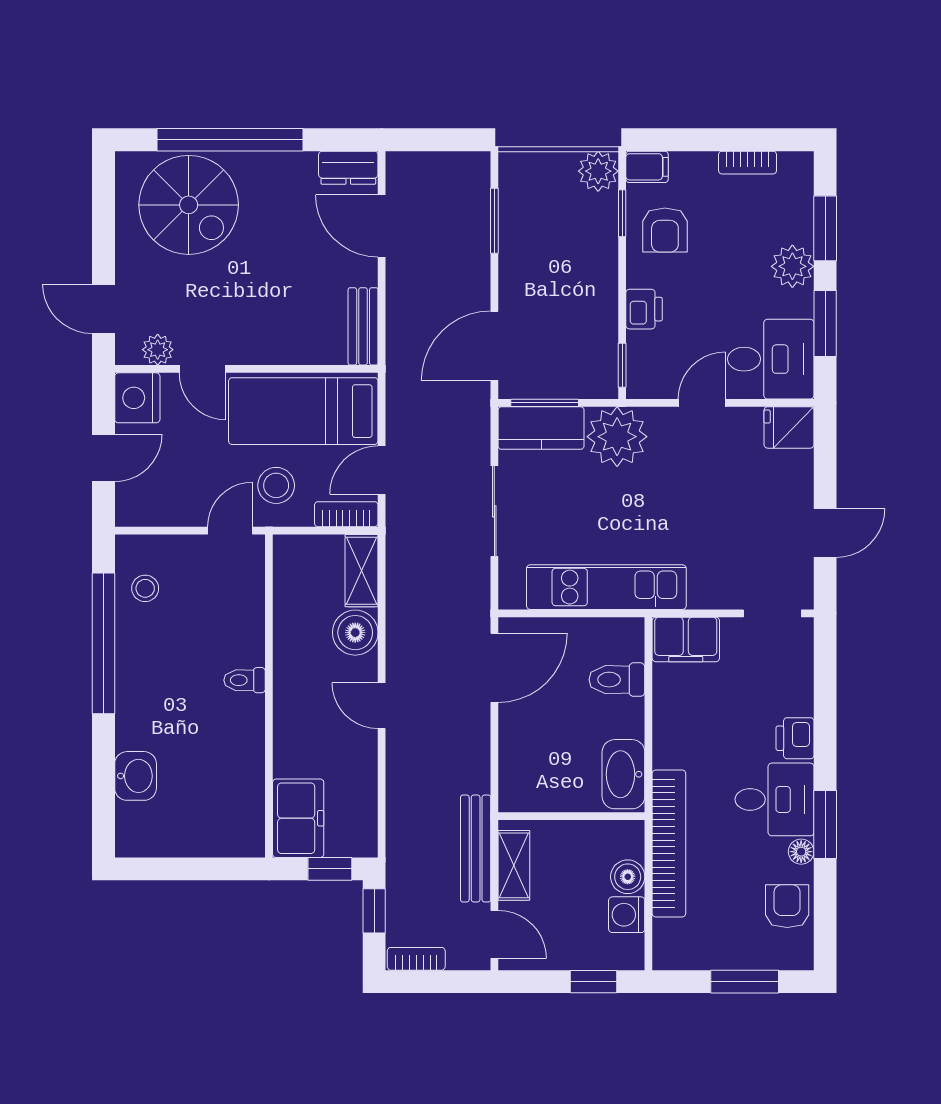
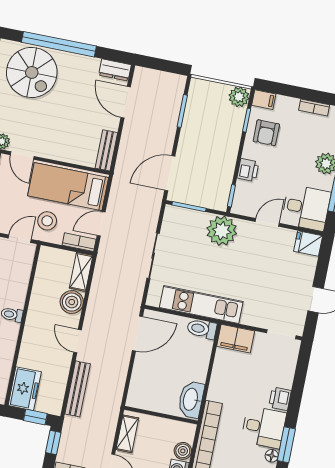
kitchen counter: (541, 428) -> (185, 219), removed
toilet: (617, 680) -> (202, 329), moved
bench: (476, 848) -> (78, 389), moved

